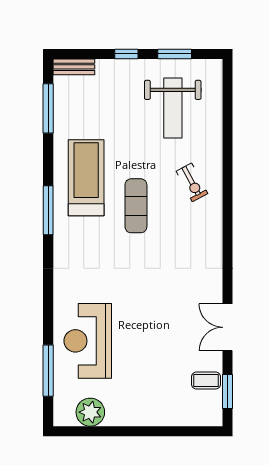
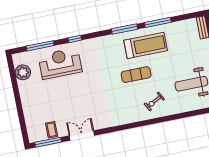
window: (48, 108) -> (158, 22), moved
window: (48, 305) -> (75, 39), added
window: (228, 392) -> (48, 142), width x1.44

